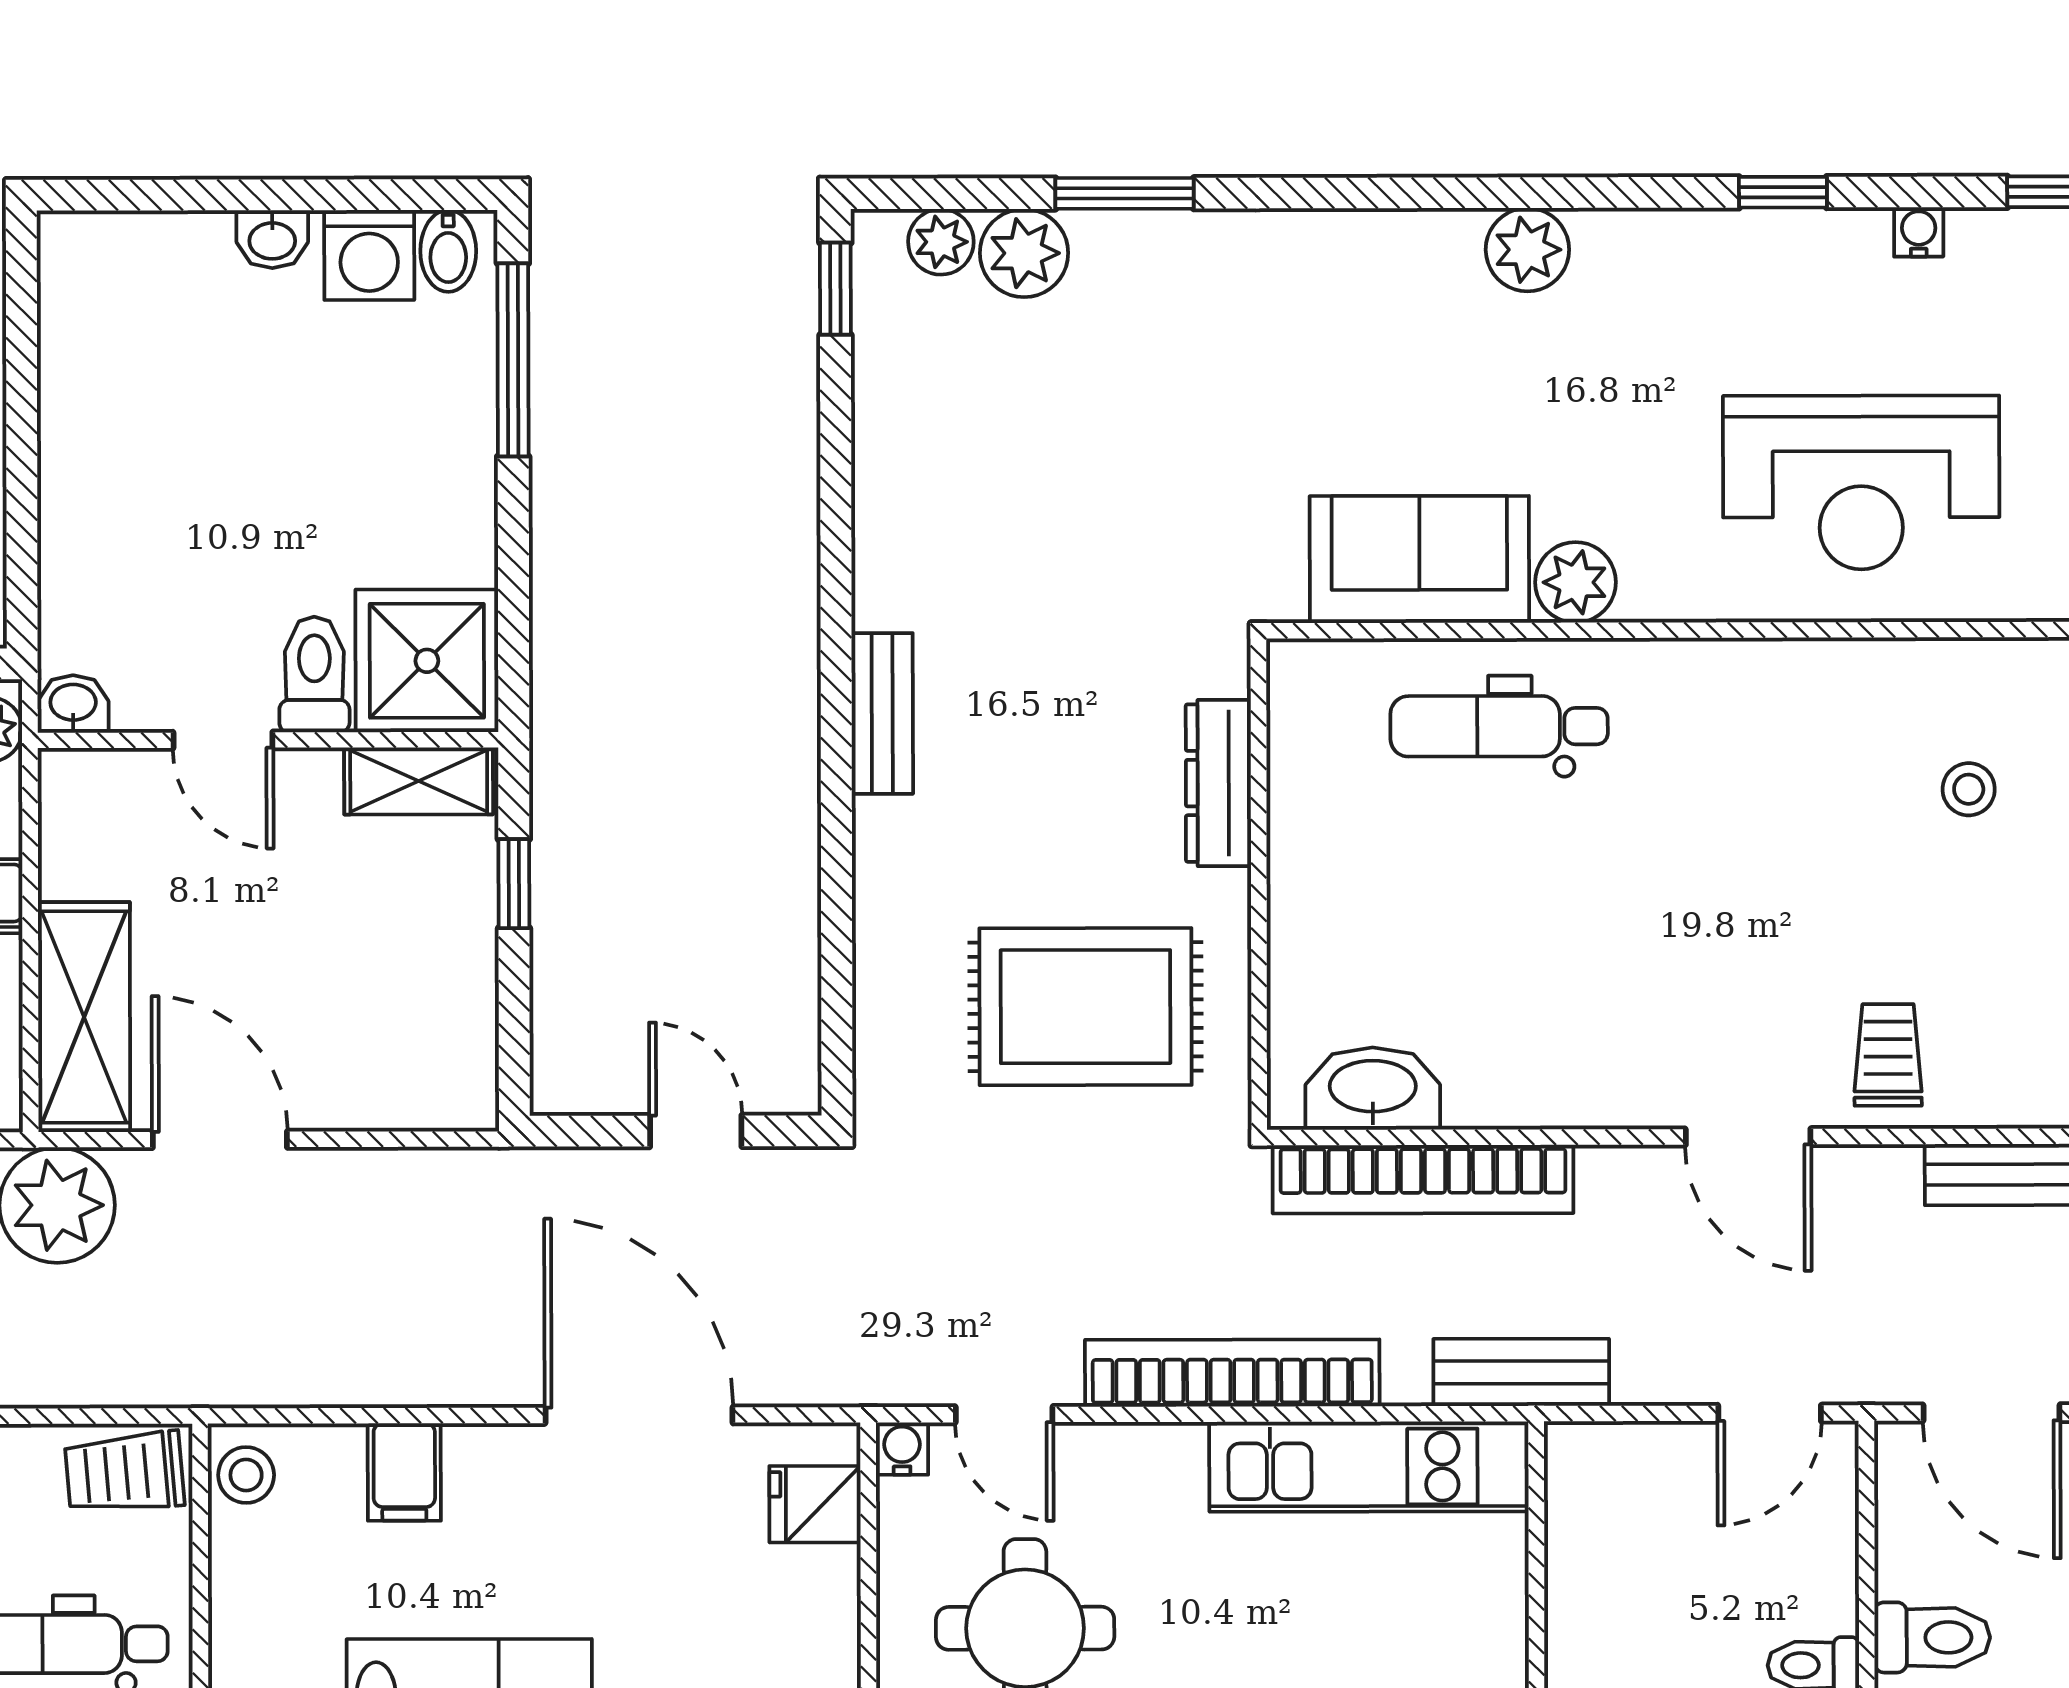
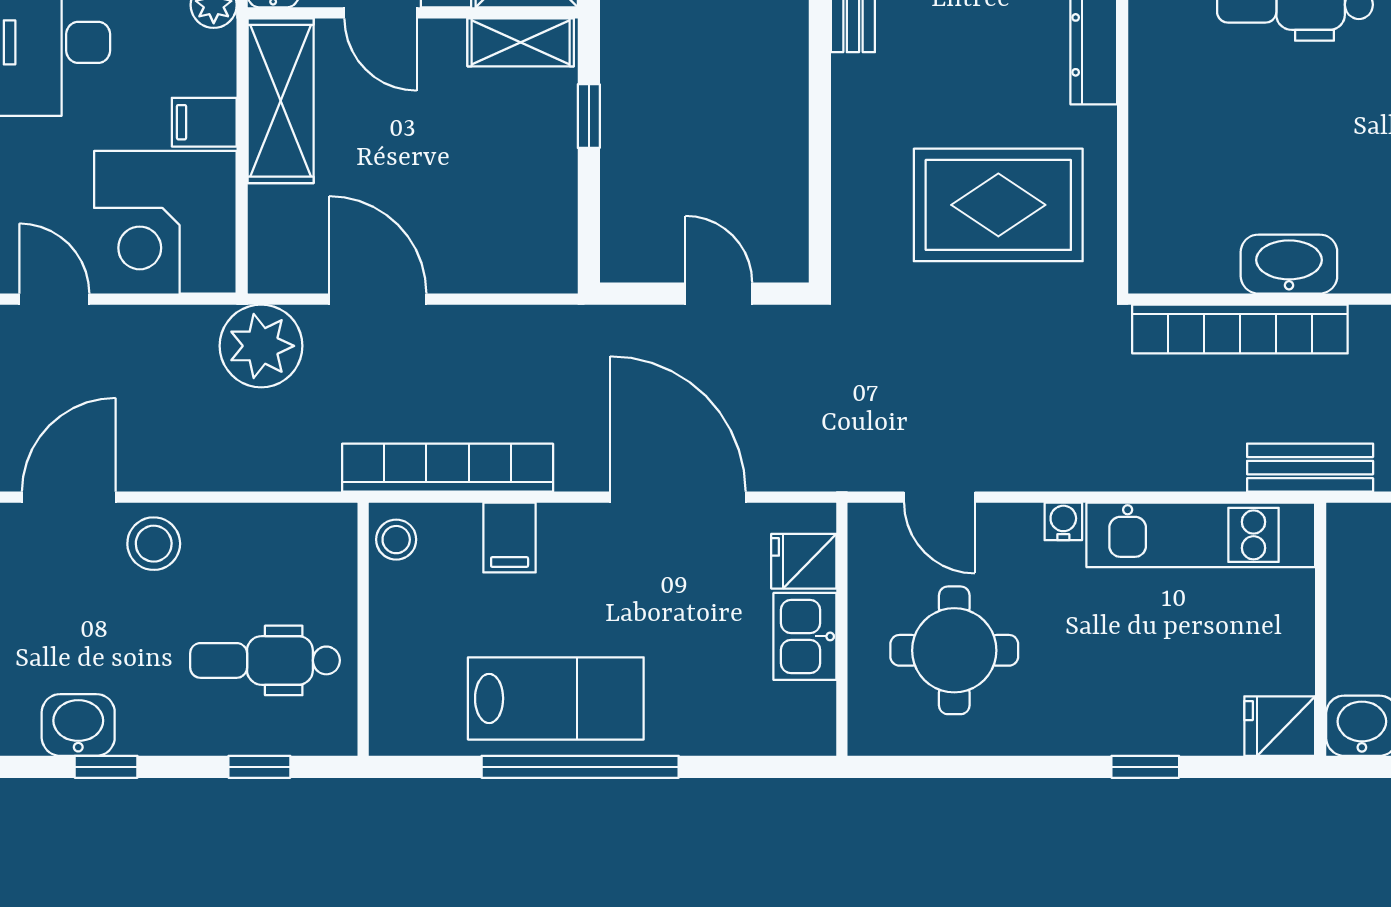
shelving: (84, 1017) -> (281, 101), moved
washbasin: (1373, 1089) -> (1289, 264), moved
bookcase: (1232, 1373) -> (448, 468), moved
water cooler: (902, 1449) -> (1063, 521), moved
trolley: (125, 1473) -> (309, 538), removed
kitchen sink: (817, 1609) -> (805, 636), added

